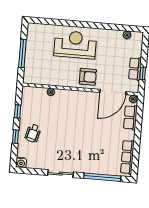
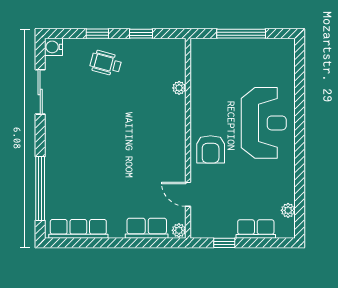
row of seats: (135, 69) -> (256, 229), moved
door: (113, 92) -> (188, 194), width x0.53
sliding door: (61, 174) -> (40, 92), moved

